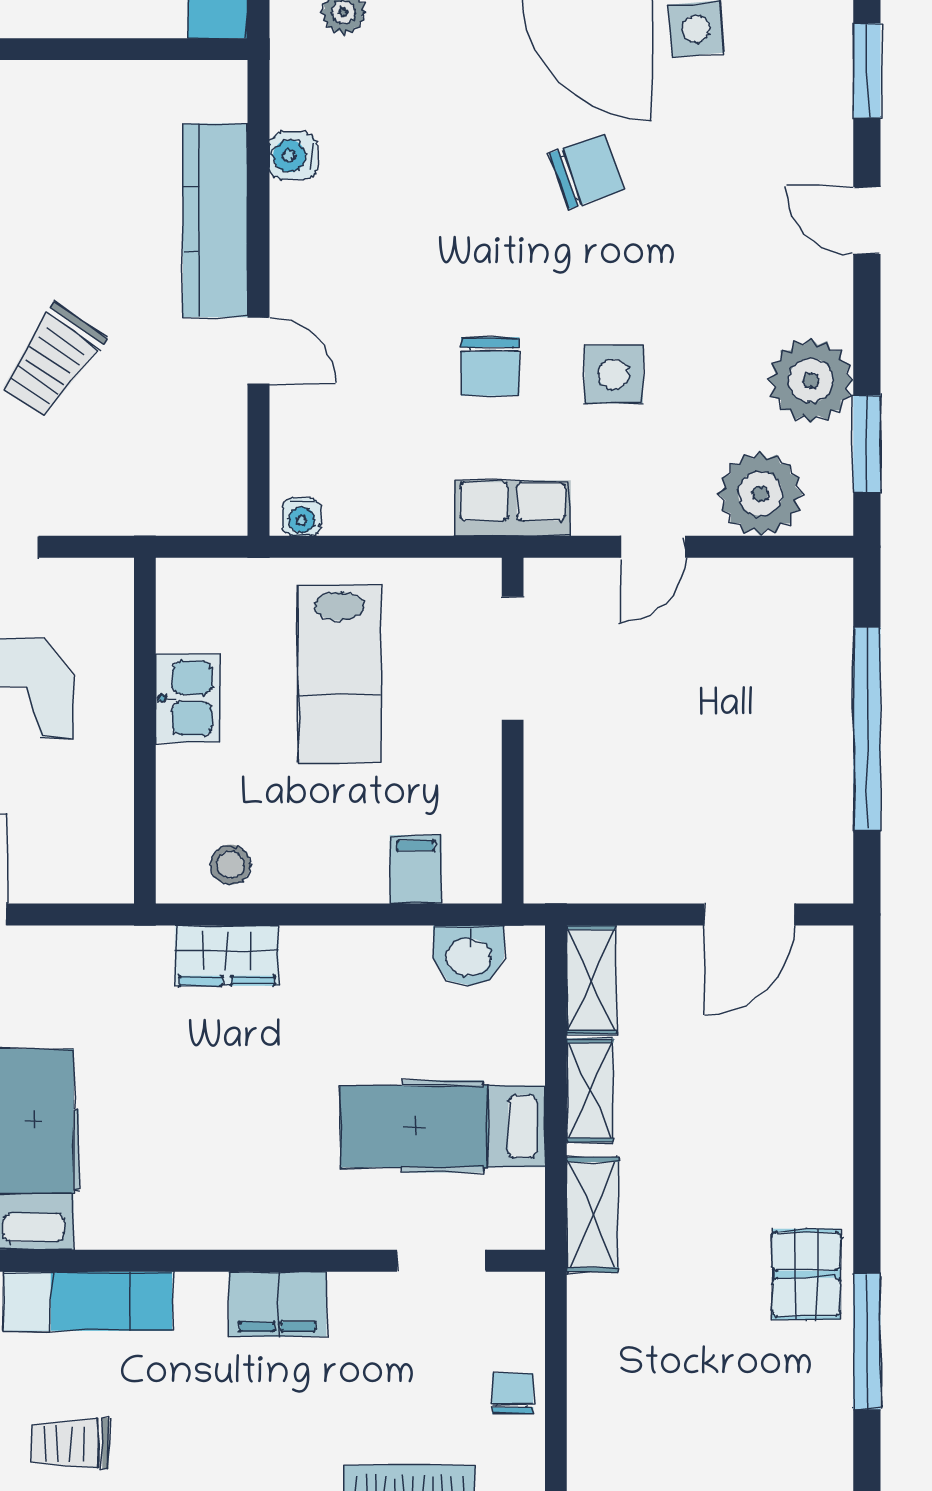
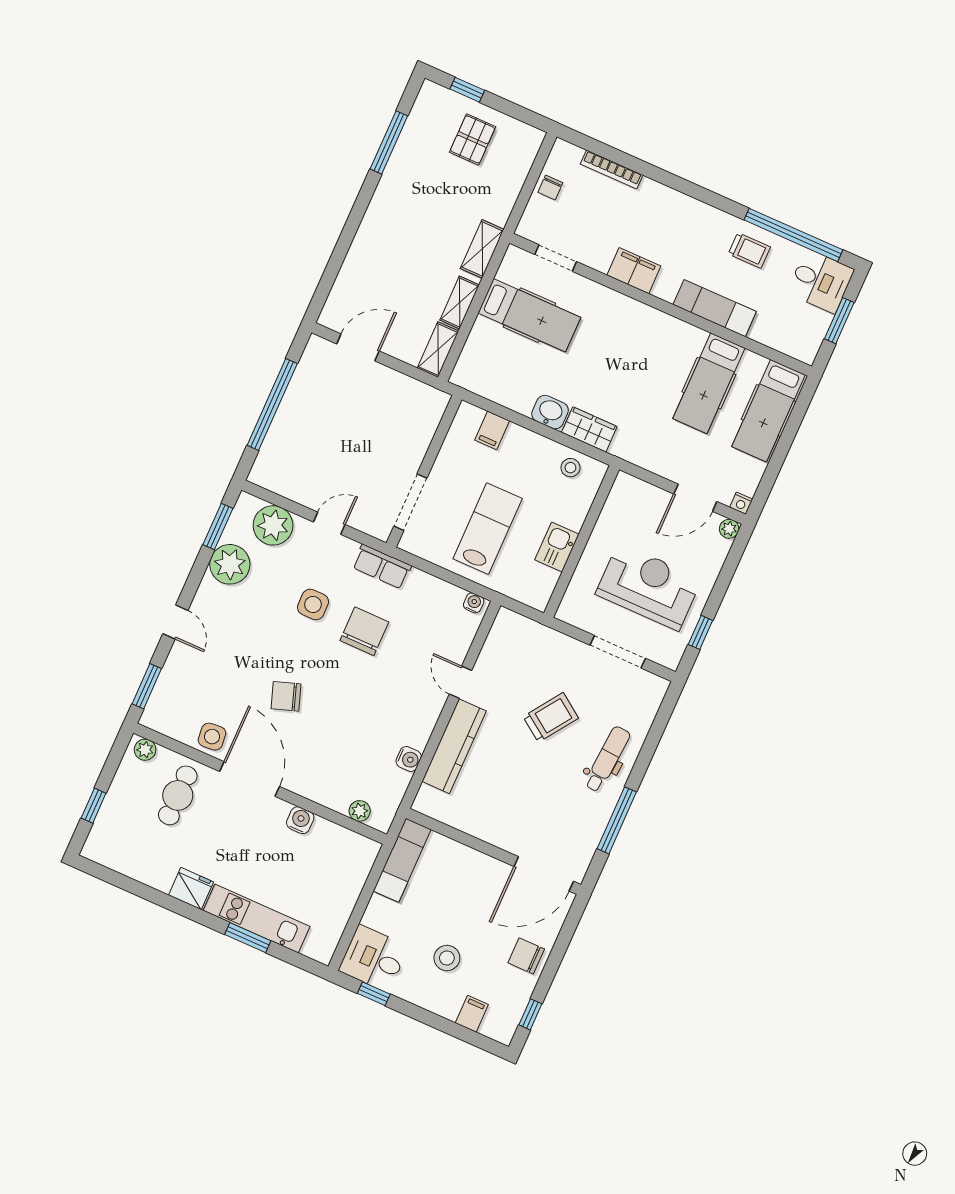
chair: (490, 367) -> (364, 631), width x1.37, depth x1.37
washbasin: (469, 955) -> (550, 412), moved
pallet: (806, 1274) -> (473, 139), moved

